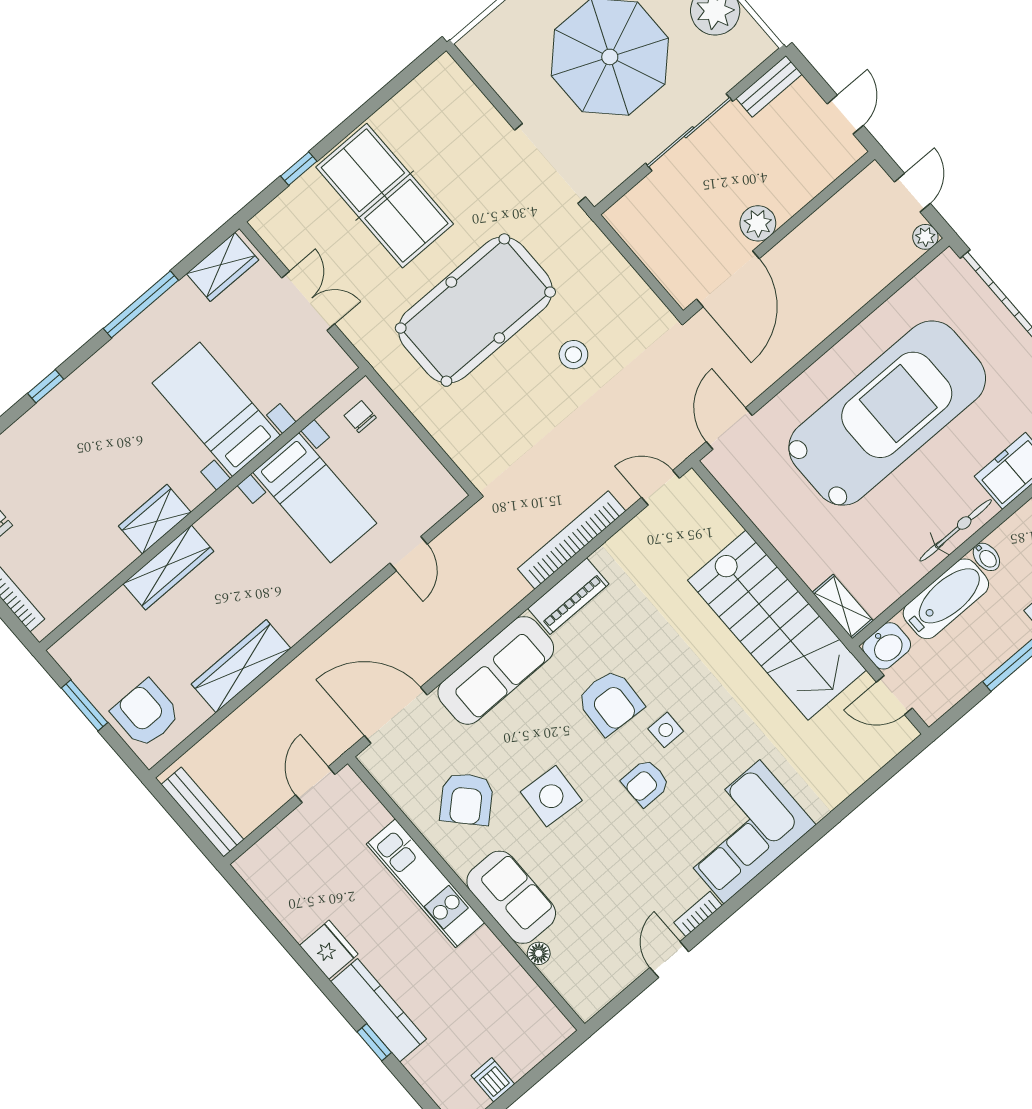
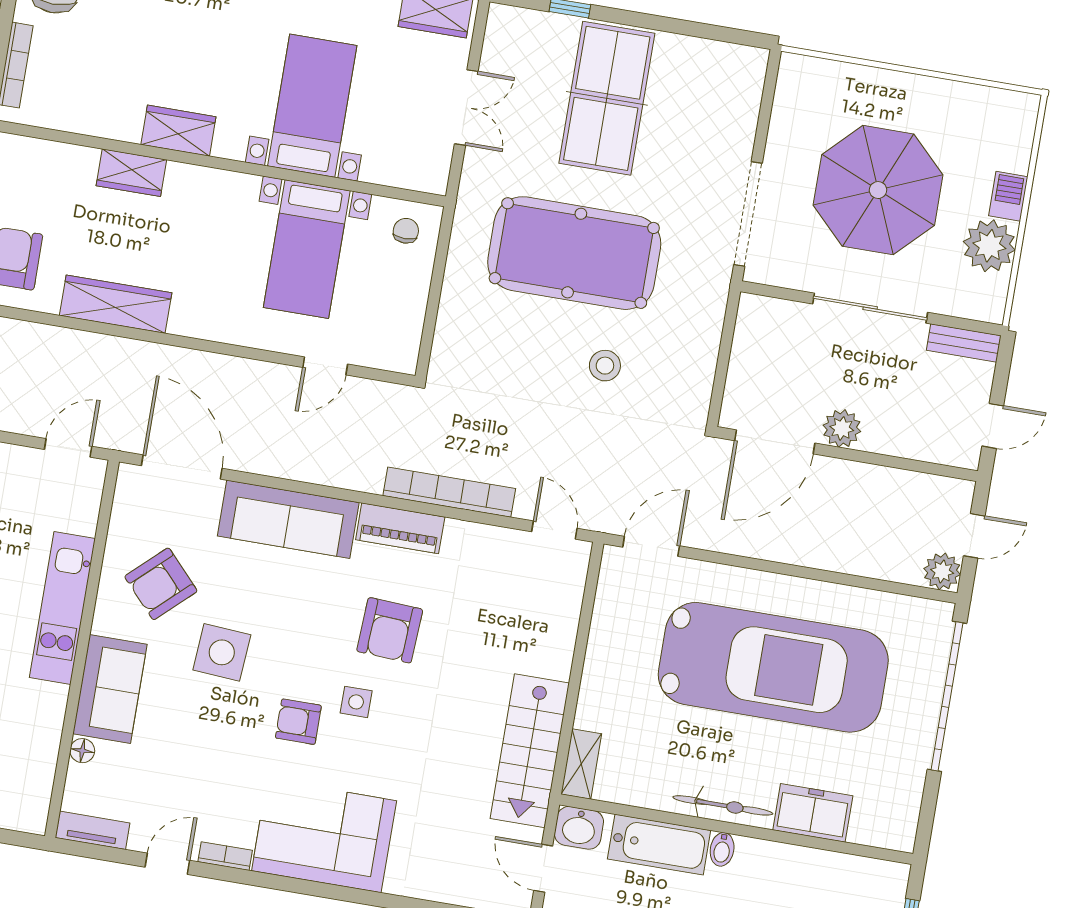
plant: (925, 237) -> (942, 571), width x1.38, depth x1.38
wardrobe: (168, 568) -> (131, 173), width x0.67
stairs: (777, 625) -> (530, 751), width x0.73, depth x0.66
armchair: (610, 702) -> (390, 630), moved
tv unit: (601, 993) -> (93, 830), added

